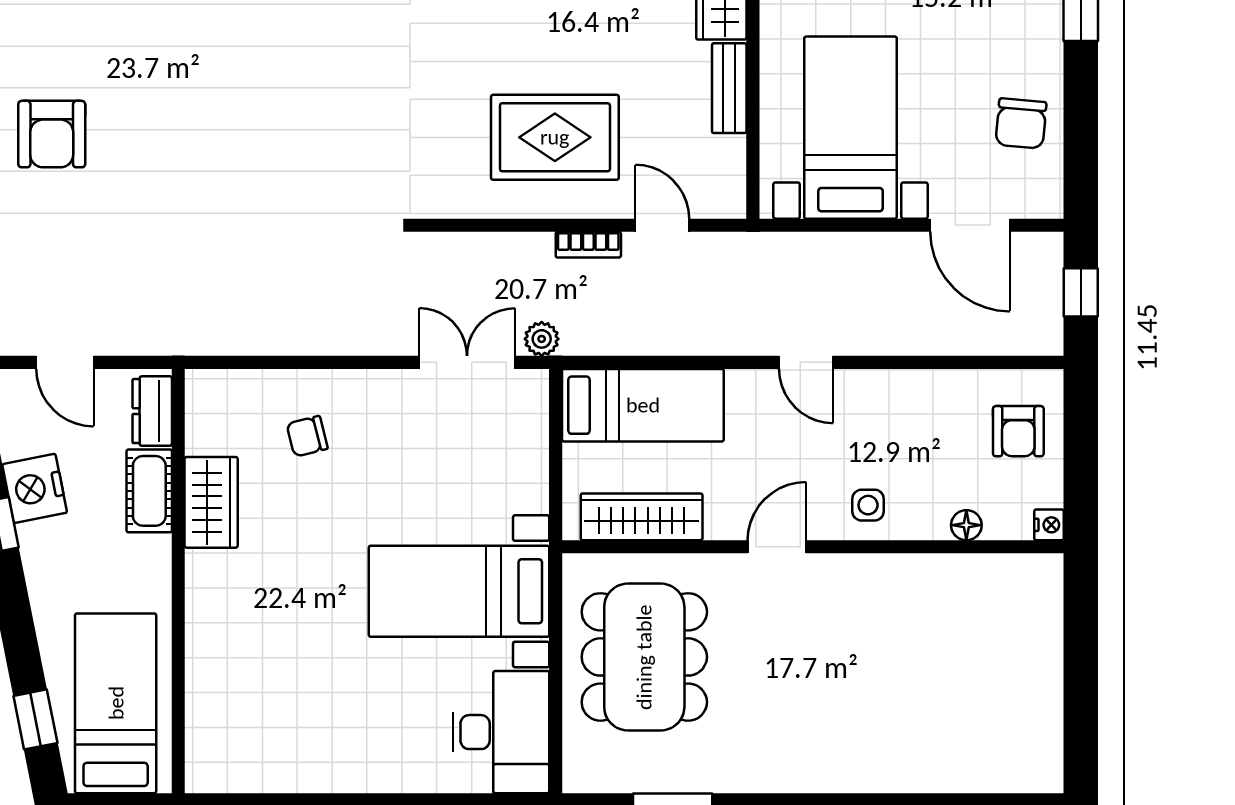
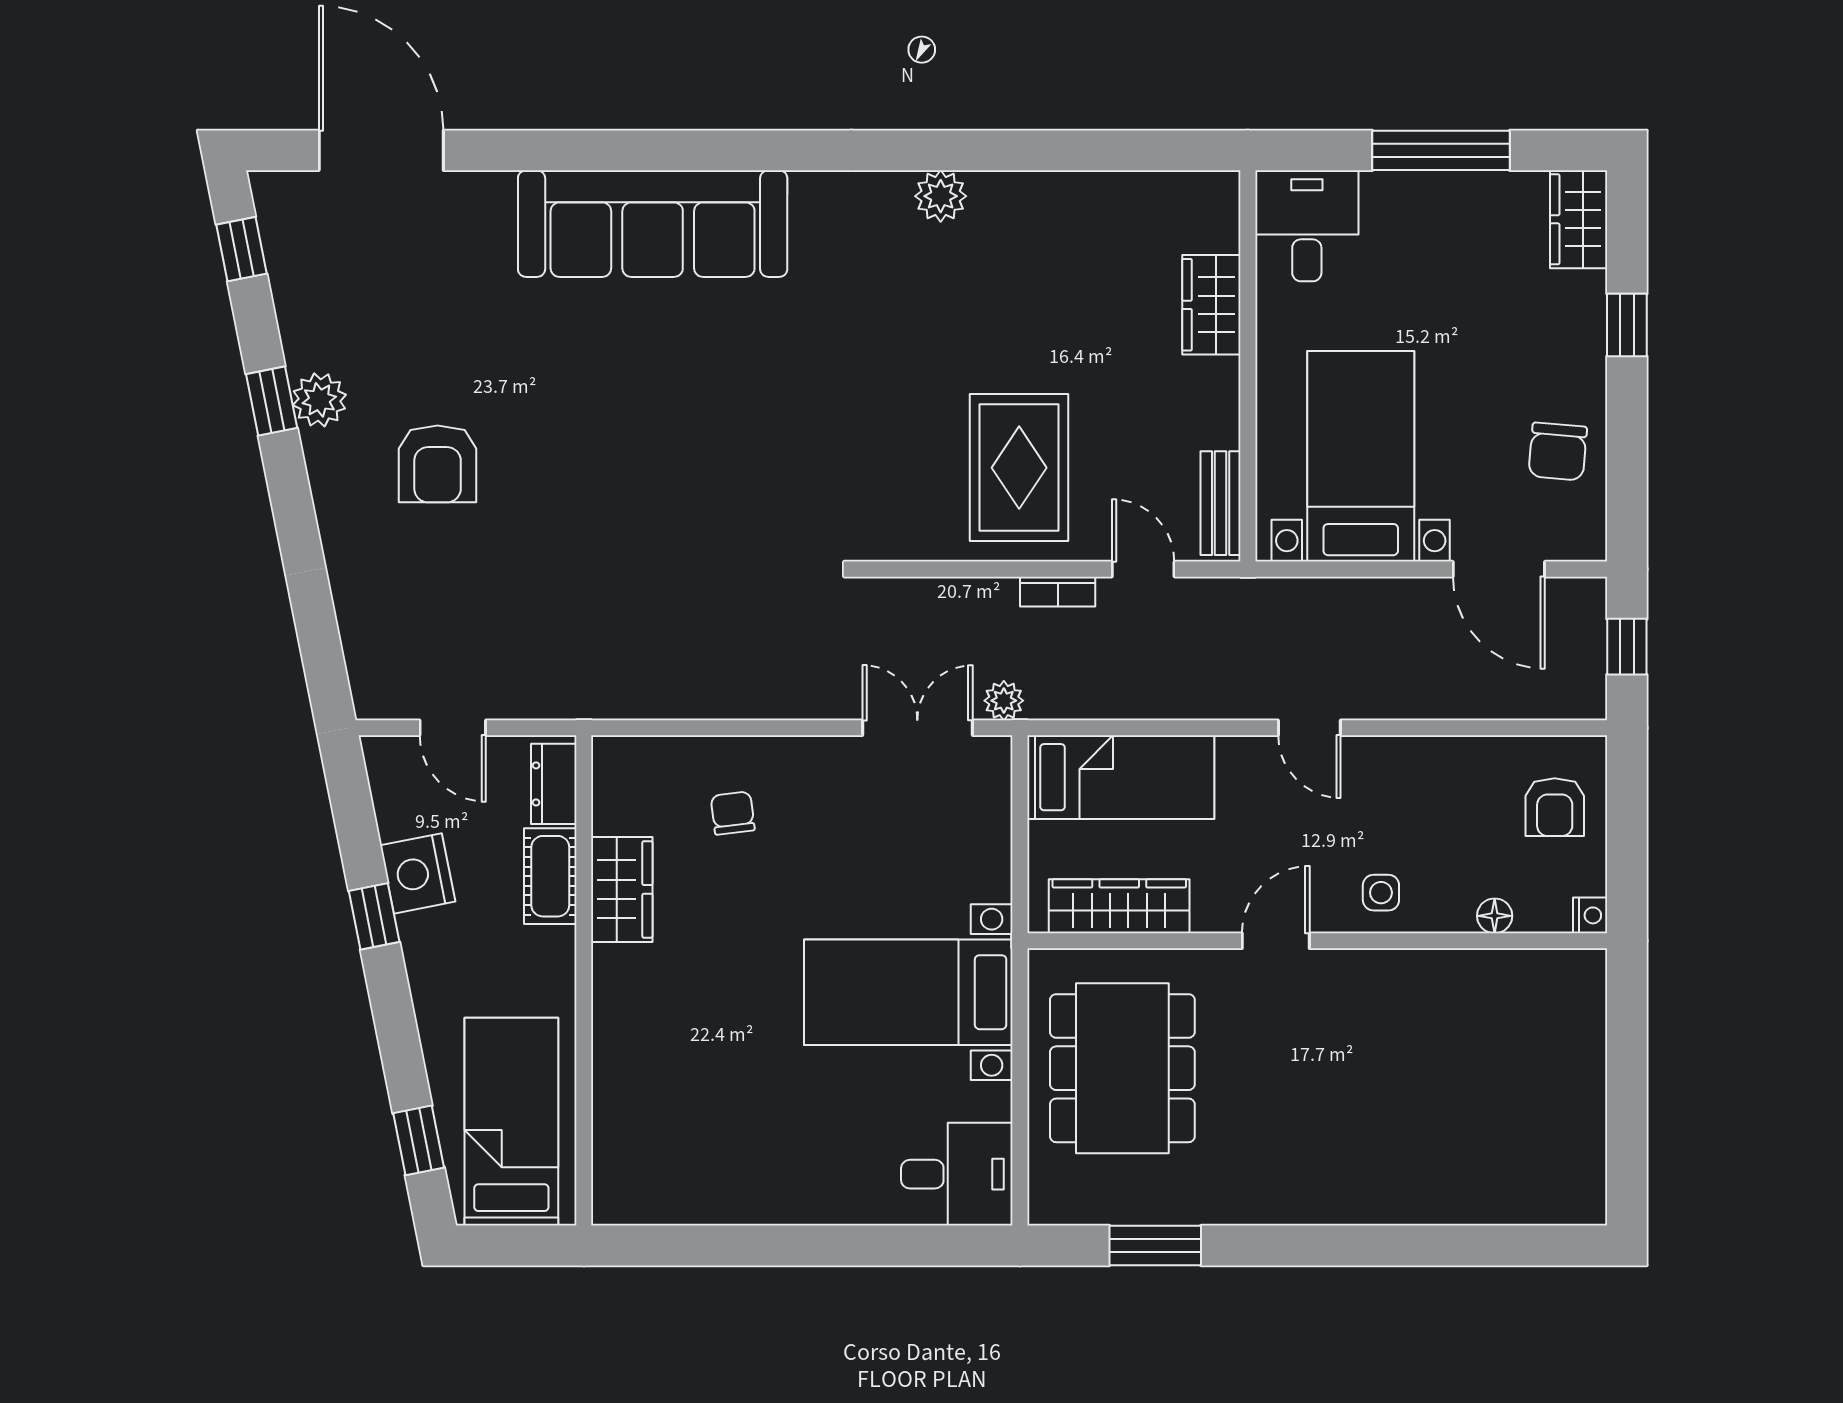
bench: (729, 88) -> (1221, 503), moved
rug: (555, 137) -> (1019, 468), turned 90
chair: (307, 436) -> (733, 813), turned 97
desk: (501, 732) -> (957, 1174), width x0.73

